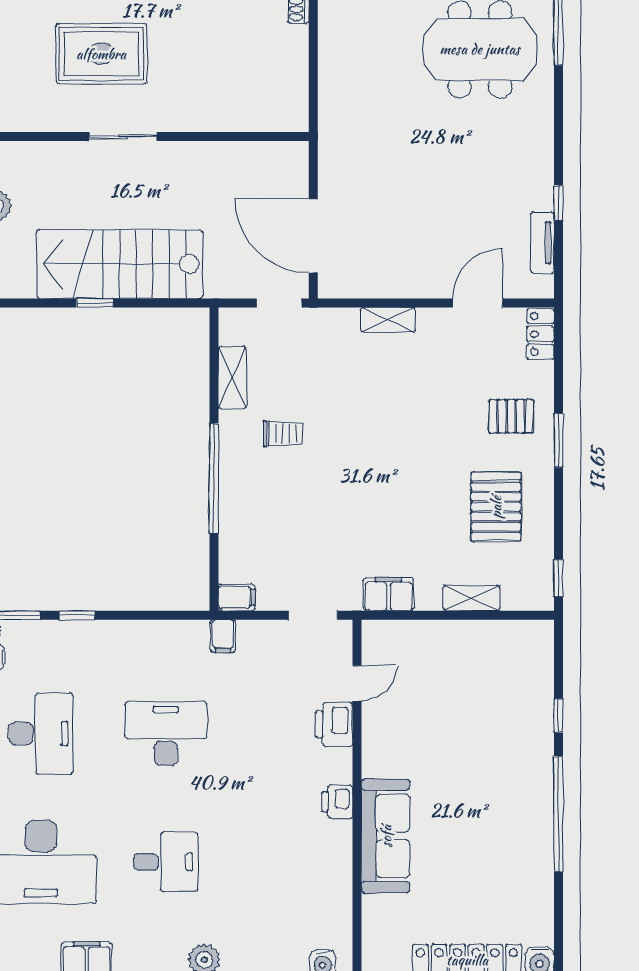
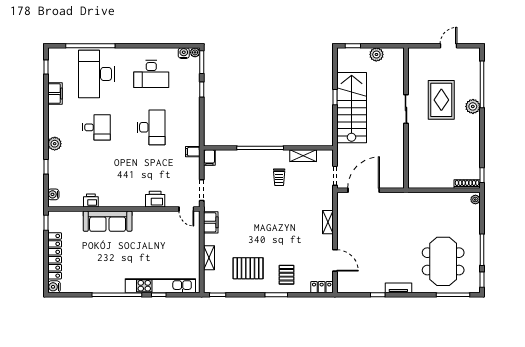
tv unit: (542, 243) -> (398, 288), moved
door: (357, 683) -> (186, 209), moved
kitchen unit: (537, 712) -> (160, 286), added
printer: (337, 802) -> (91, 200), moved
desk: (166, 862) -> (96, 127), turned -90

